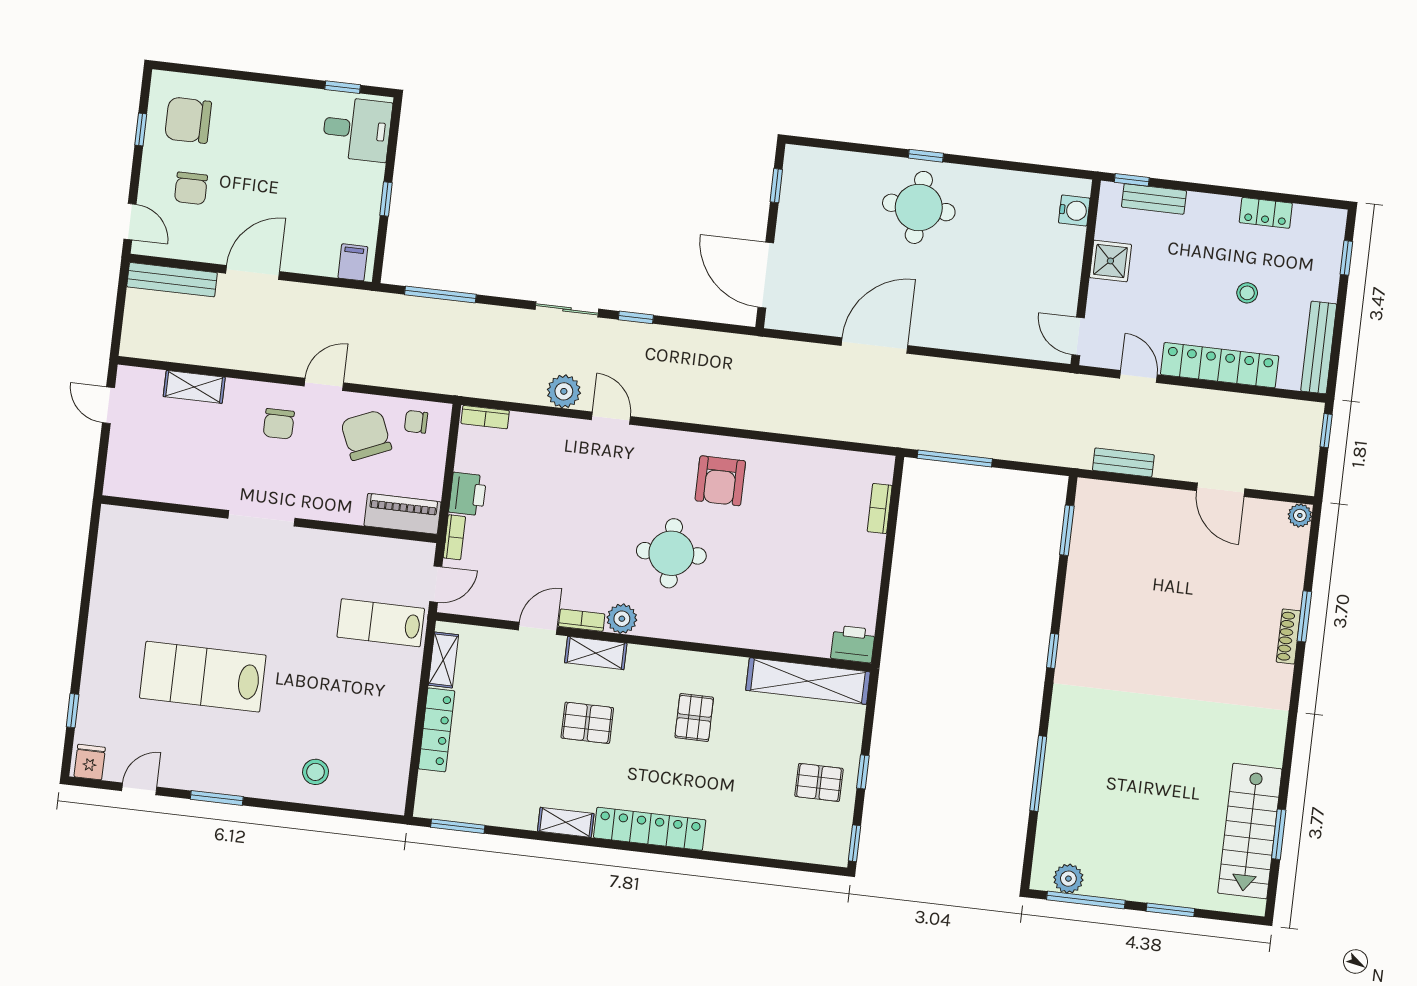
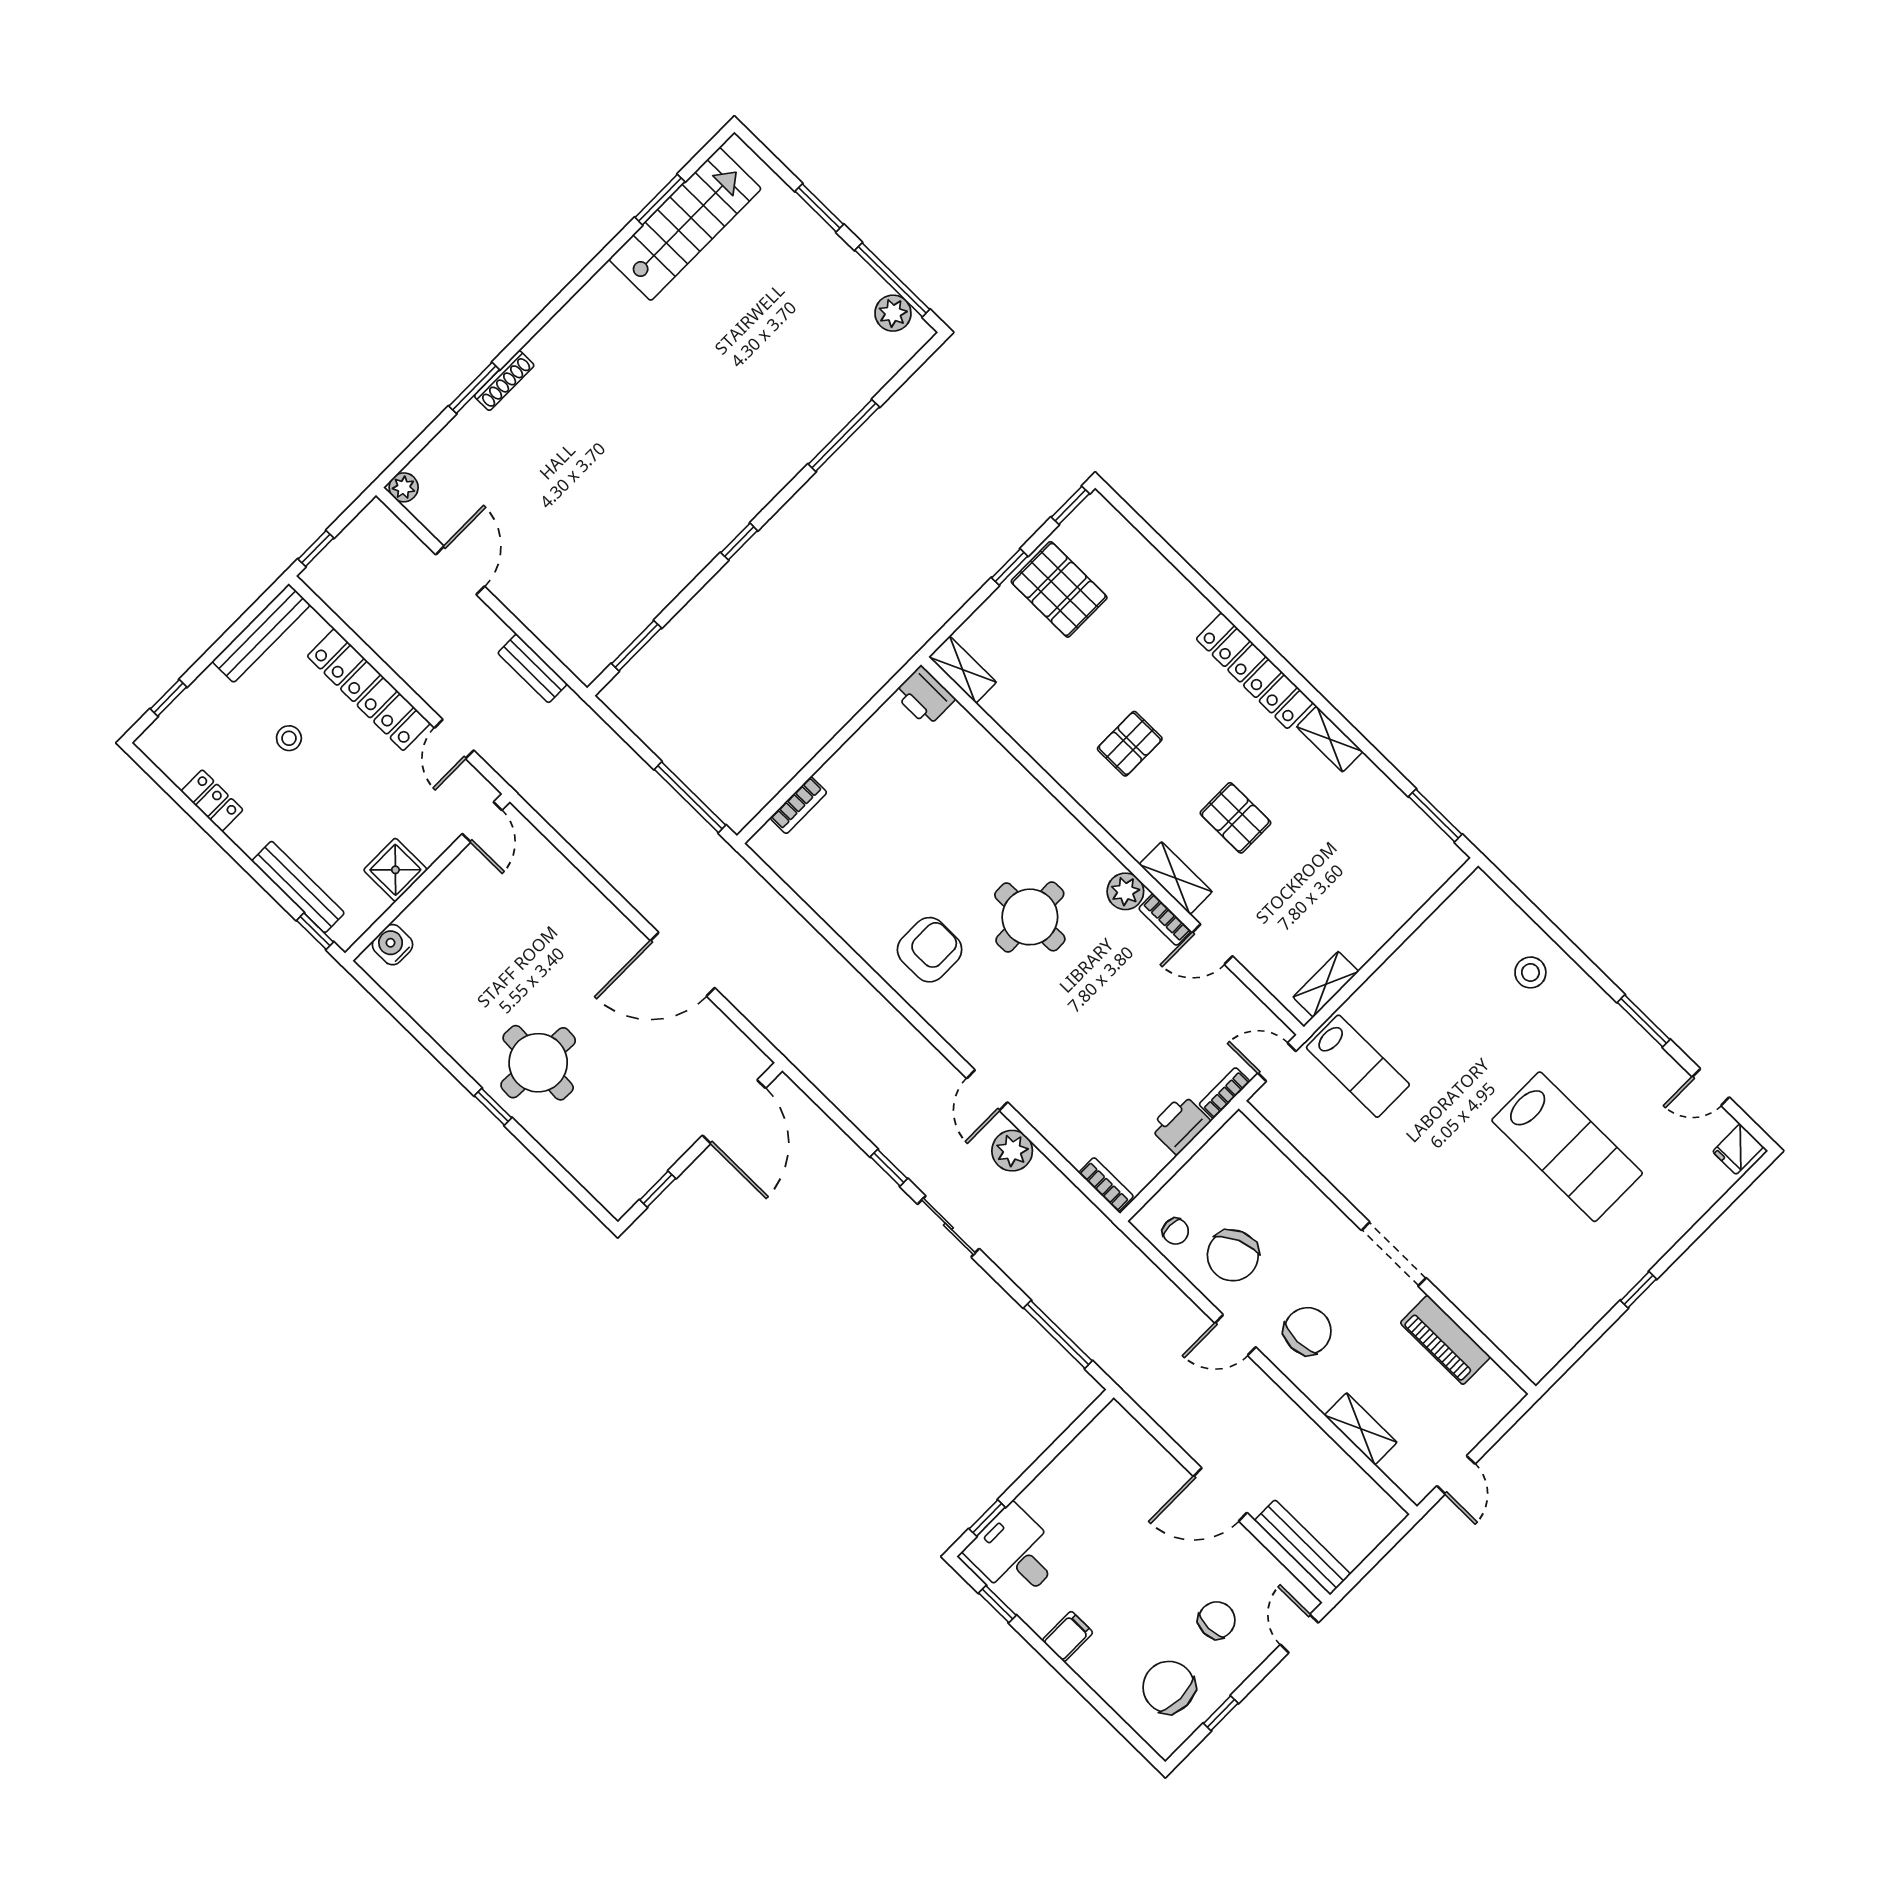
chair: (188, 120) -> (1169, 1687), turned 180
window: (386, 199) -> (987, 1518), moved
bench: (1154, 199) -> (298, 887), width x1.36
filing cabinet: (353, 262) -> (1068, 1637), moved, turned 180
chair: (279, 424) -> (1308, 1331), width x1.37, depth x1.37
piano: (403, 514) -> (1445, 1340), moved
shelving: (808, 681) -> (963, 670), width x0.45, depth x0.75
window: (73, 711) -> (1639, 1290), moved
locker: (437, 730) -> (1384, 923), removed
pallet: (819, 782) -> (1059, 589), width x1.50, depth x1.42

